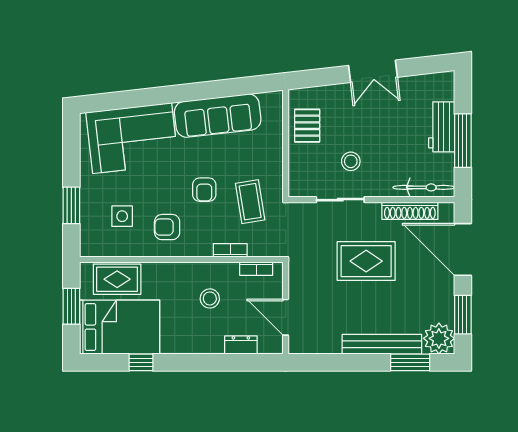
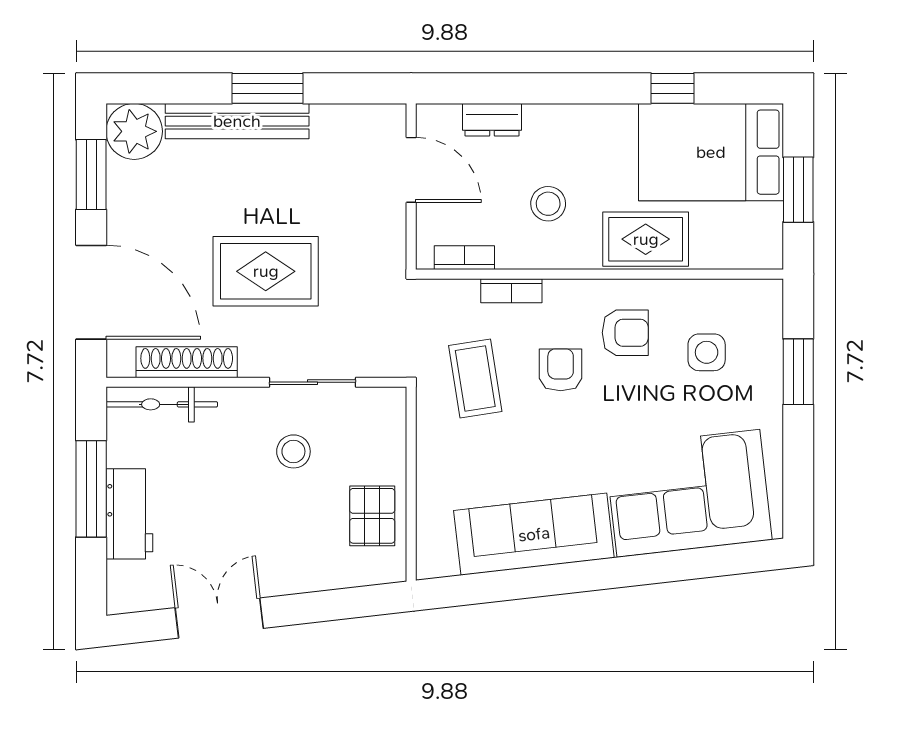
double door: (373, 71) -> (219, 618), moved
armchair: (204, 190) -> (561, 370), moved
rug: (117, 279) -> (646, 239), moved
window: (410, 362) -> (268, 88), moved

